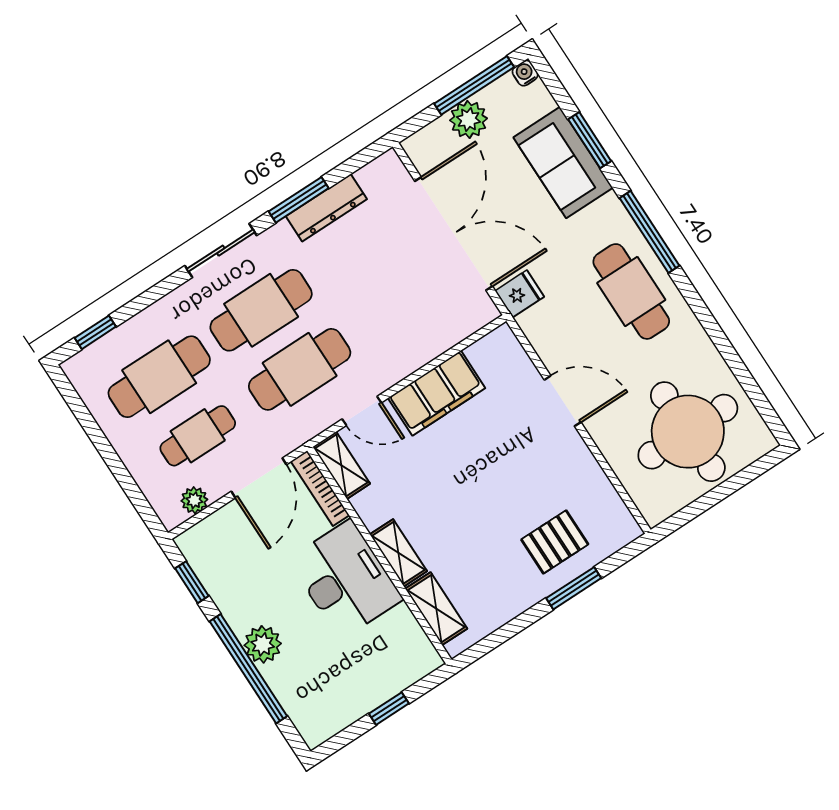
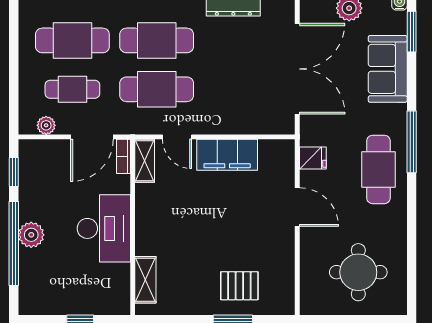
window: (590, 140) -> (412, 32), moved
fridge: (520, 294) -> (313, 158), moved
round table: (688, 432) -> (358, 272), width x0.73, depth x0.73
bookcase: (320, 488) -> (123, 156), width x0.64
shelving: (398, 553) -> (145, 233), removed

